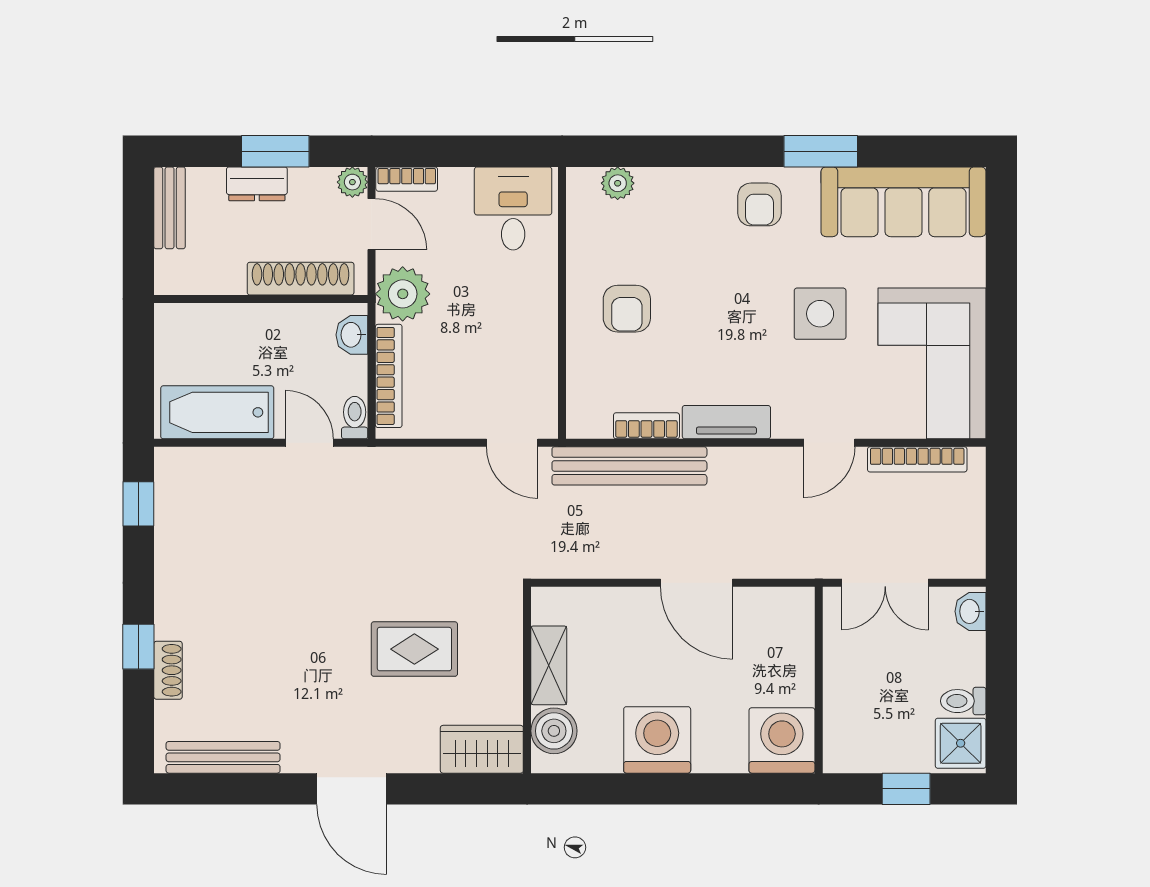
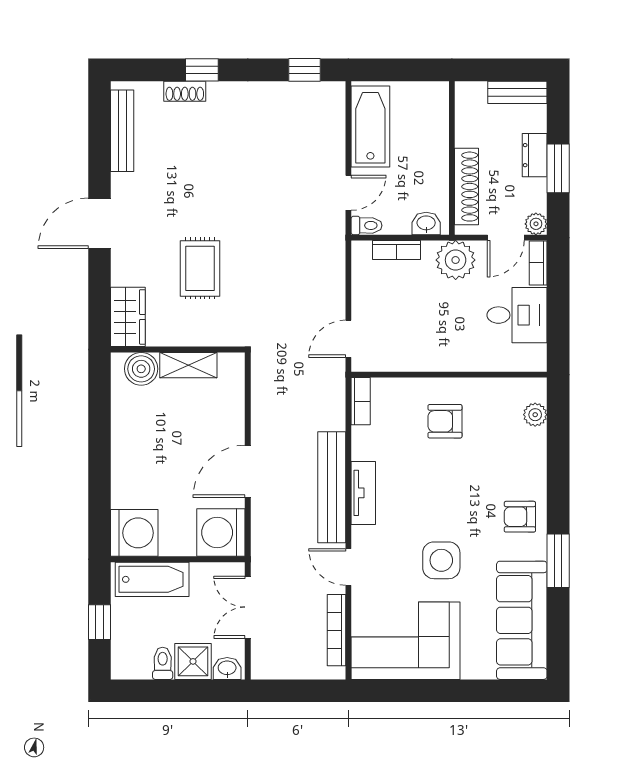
desk: (513, 208) -> (517, 315), moved
bookcase: (389, 376) -> (397, 250), width x0.64
bookcase: (646, 426) -> (361, 401), moved
bench: (629, 466) -> (332, 487), moved
bathtub: (847, 716) -> (152, 579), added
washing machine: (657, 740) -> (221, 532), moved, turned 180
shower: (961, 743) -> (193, 661), moved

